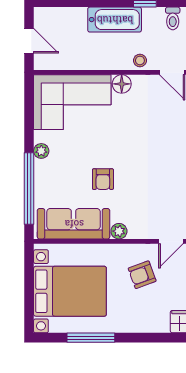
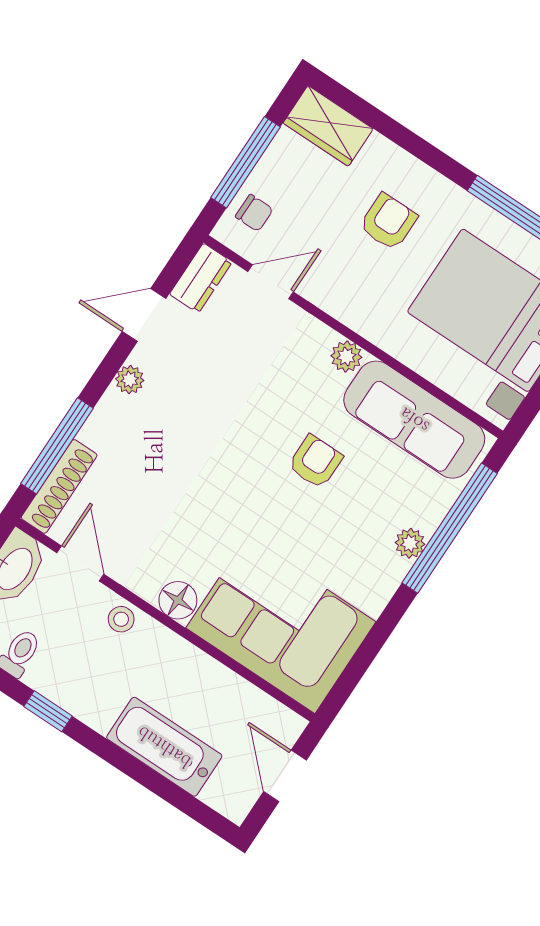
bathtub: (115, 20) -> (164, 747), moved
plant: (41, 151) -> (410, 543), moved
armchair: (142, 275) -> (388, 222), moved, turned -70

